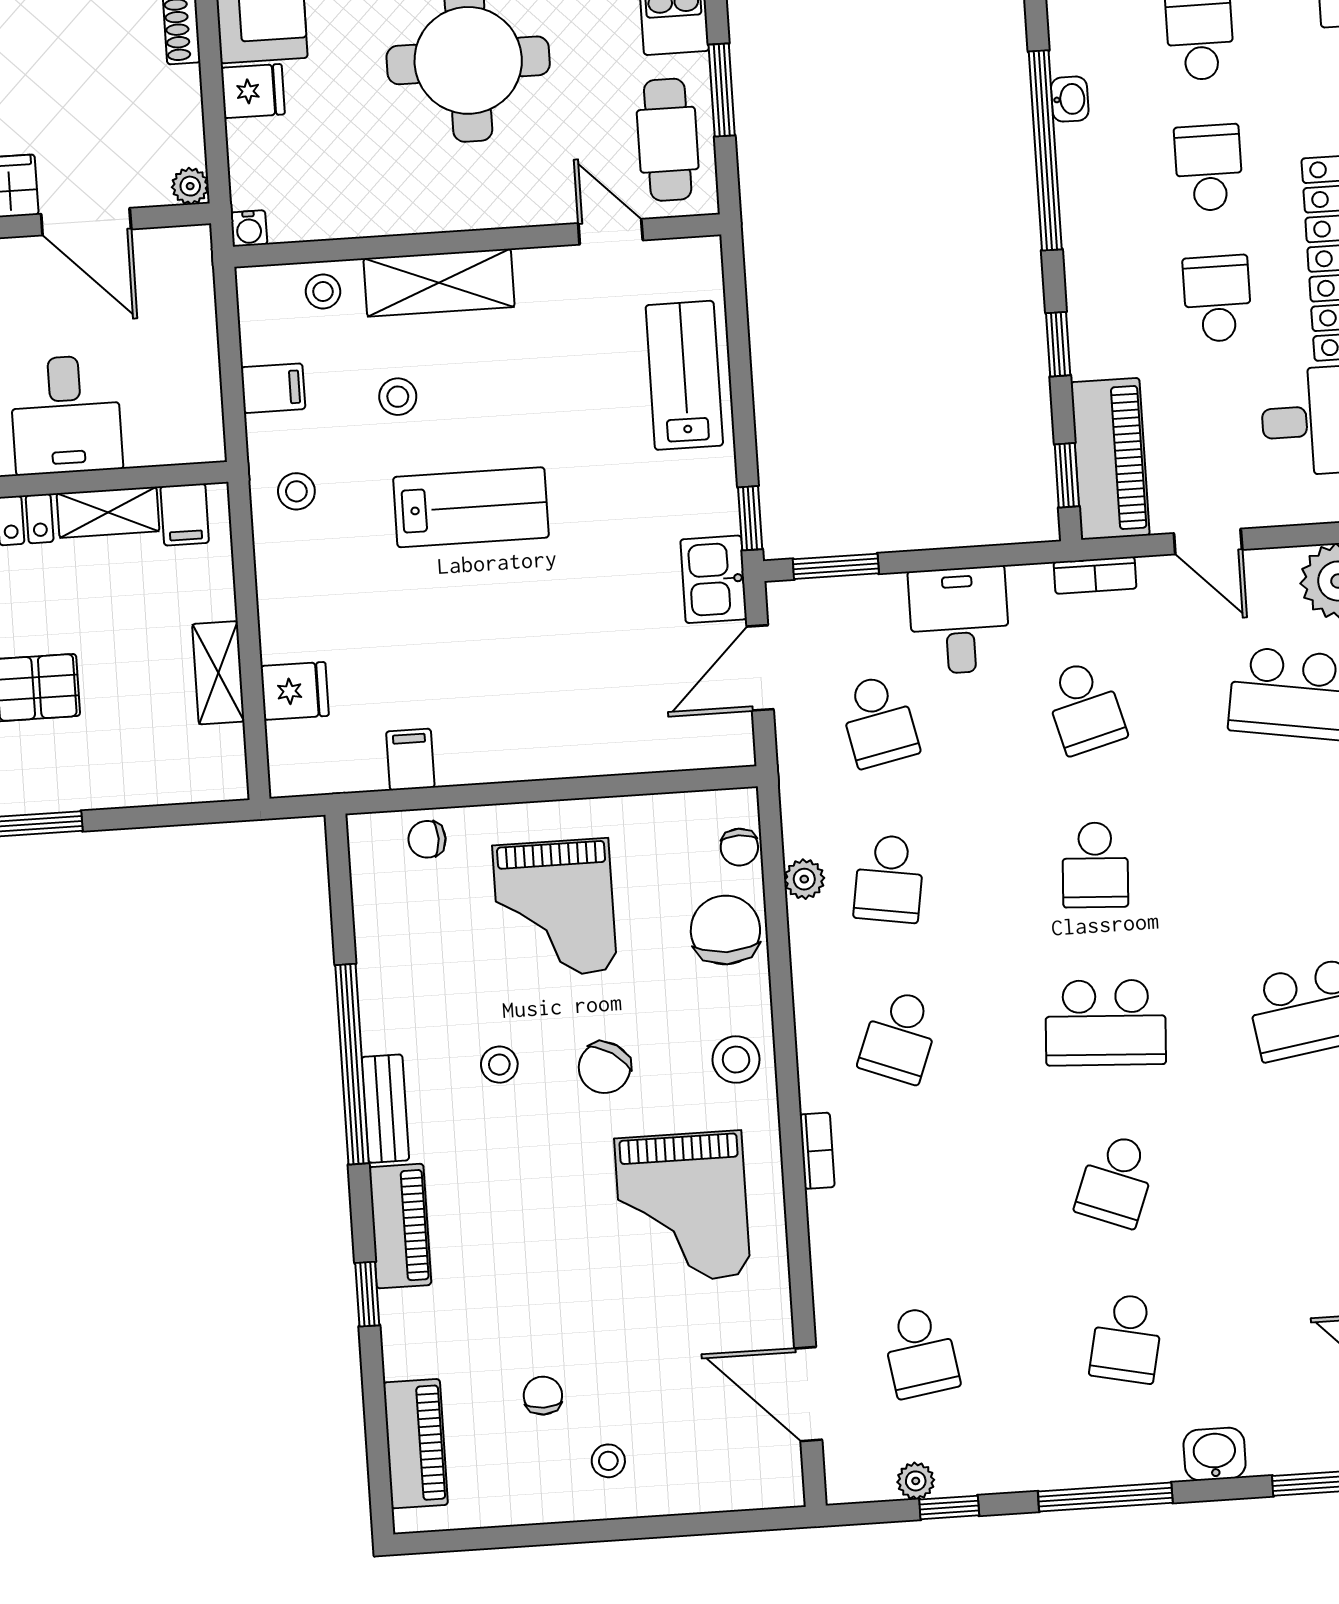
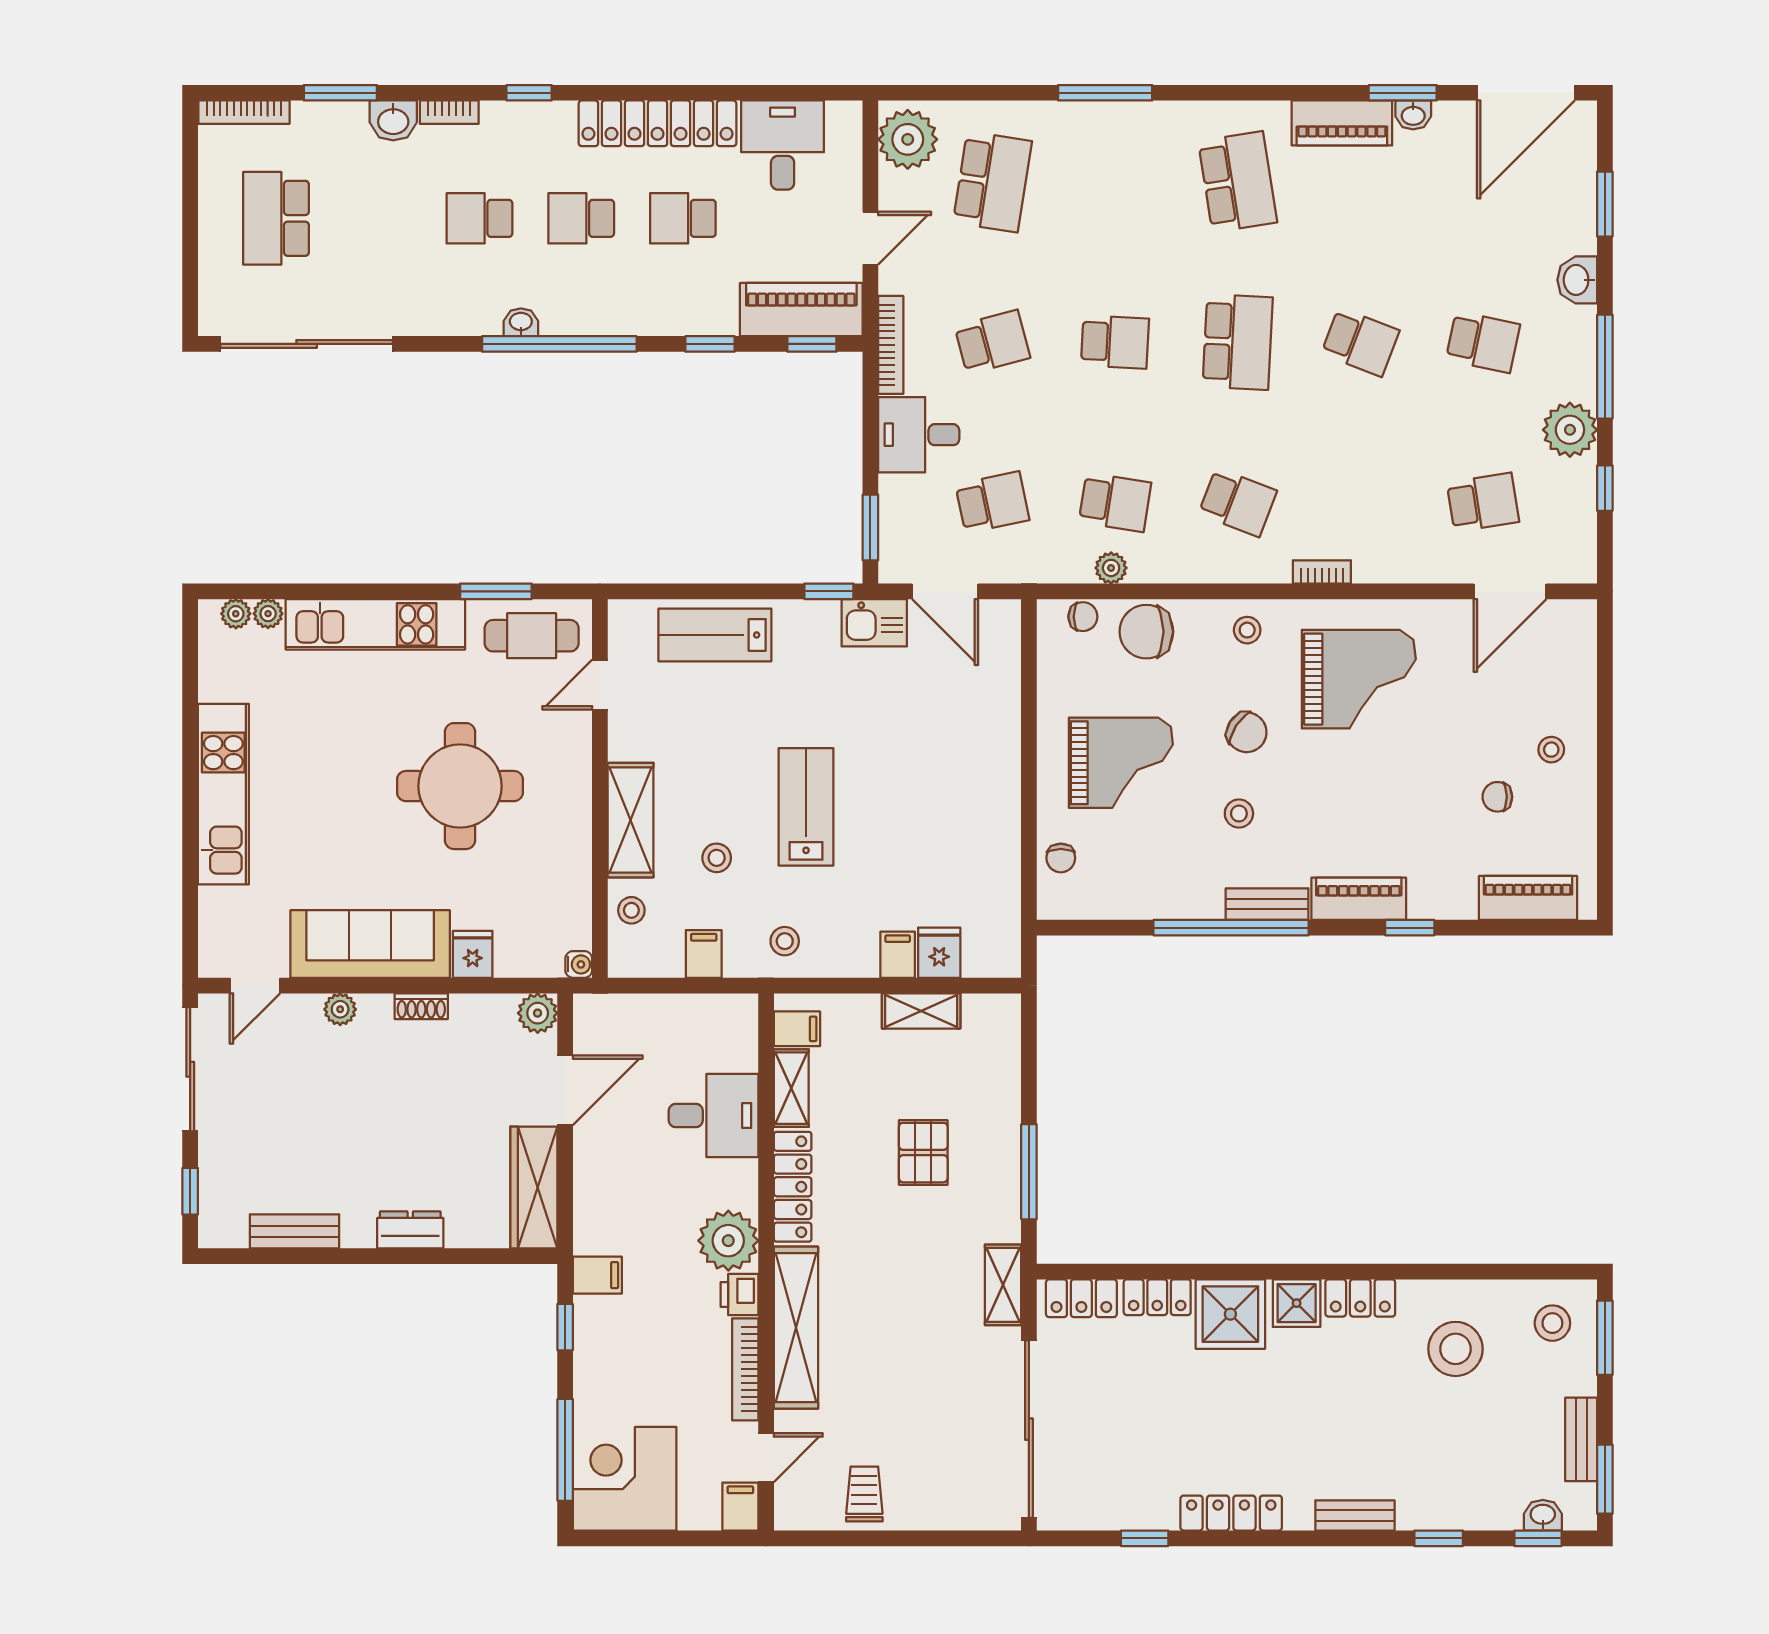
plant: (190, 186) -> (538, 1013), width x1.38, depth x1.38
bookcase: (1095, 575) -> (891, 345), width x1.56
filing cabinet: (410, 759) -> (898, 955), moved, turned 90
stool: (736, 1060) -> (1247, 630), width x0.73, depth x0.73
plant: (916, 1481) -> (1570, 430), moved, width x1.88, depth x1.88

